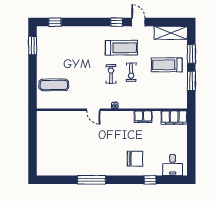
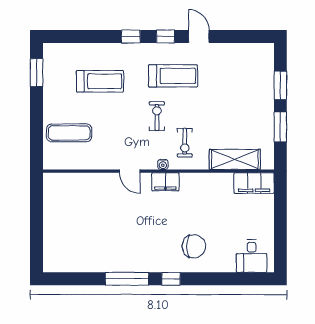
window: (55, 22) -> (131, 36), moved
shelving: (171, 33) -> (235, 159), moved
treadmill: (167, 65) -> (100, 81), moved, turned 180
exercise bike: (131, 72) -> (185, 143), moved
filing cabinet: (143, 117) -> (165, 182), moved
window: (150, 180) -> (171, 279), moved

